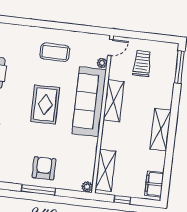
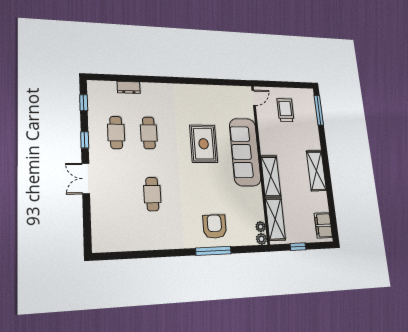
coffee table: (55, 52) -> (202, 107), removed
plant: (102, 63) -> (261, 227), moved
shelving: (114, 101) -> (271, 176), moved
rug: (45, 105) -> (204, 144), moved

